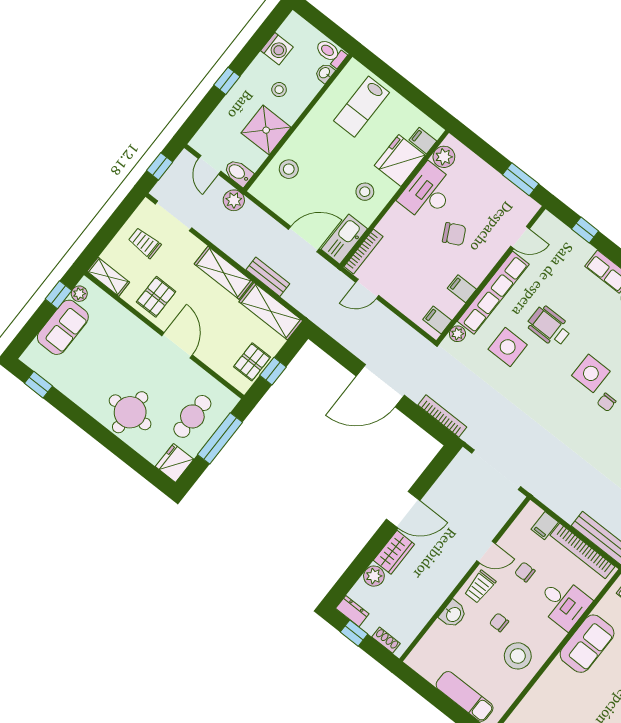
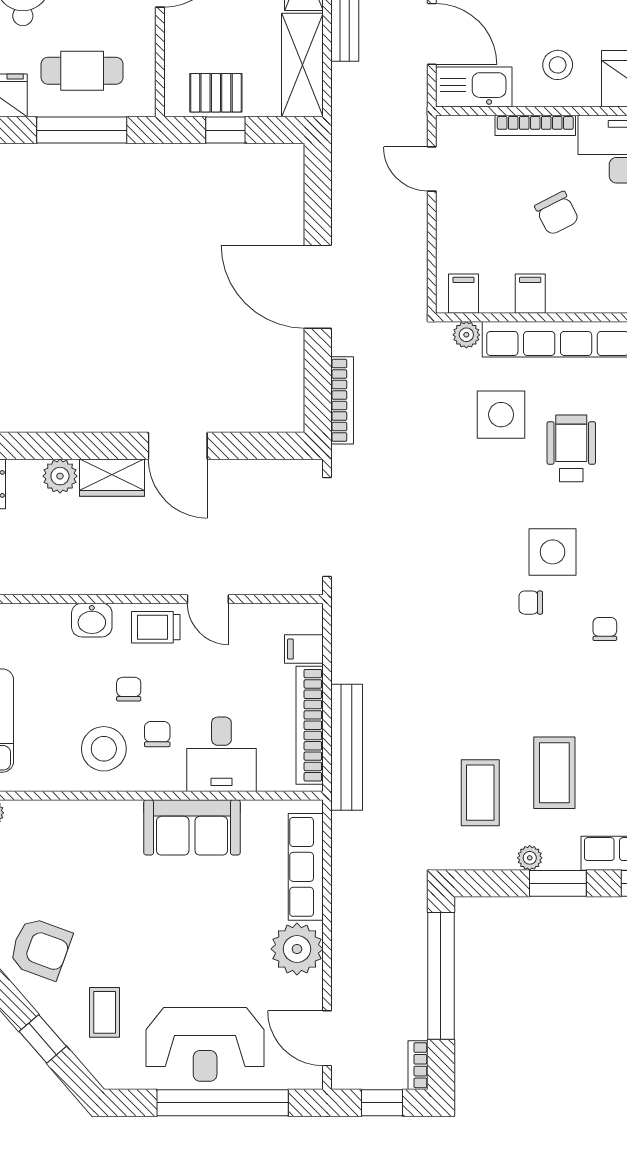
chair: (454, 234) -> (557, 213), moved
bookcase: (363, 252) -> (535, 125), moved
chair: (525, 572) -> (157, 734), moved

